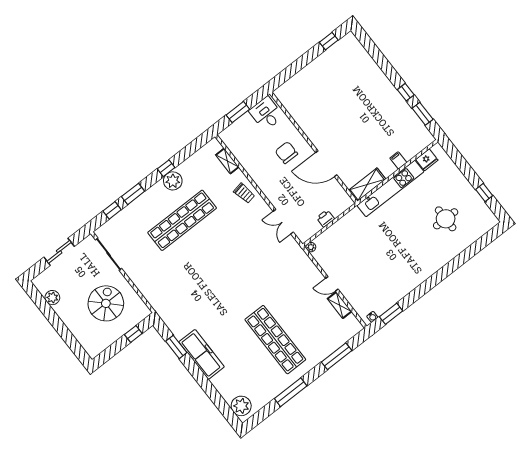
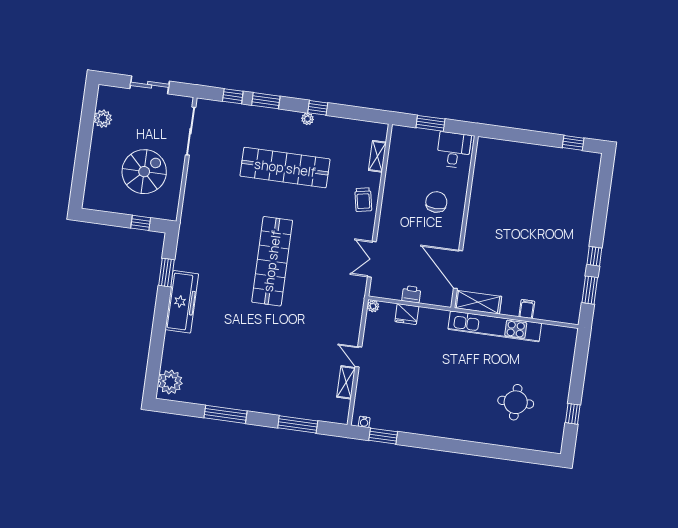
fridge: (427, 160) -> (407, 314), moved
door: (326, 164) -> (458, 269), moved
plant: (173, 181) -> (308, 119), width x0.53, depth x0.53
shop shelf: (275, 340) -> (272, 261), moved

